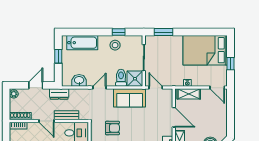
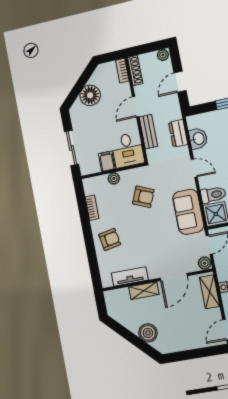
door: (36, 85) -> (180, 82), swing flipped
plant: (168, 93) -> (205, 263), added
dresser: (59, 94) -> (178, 133), moved
armchair: (112, 128) -> (143, 197), turned -67

